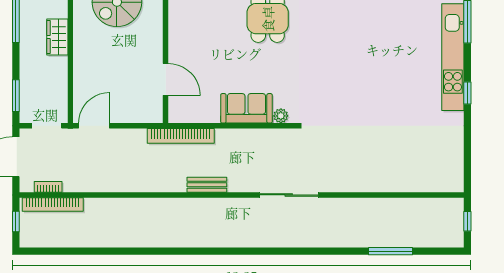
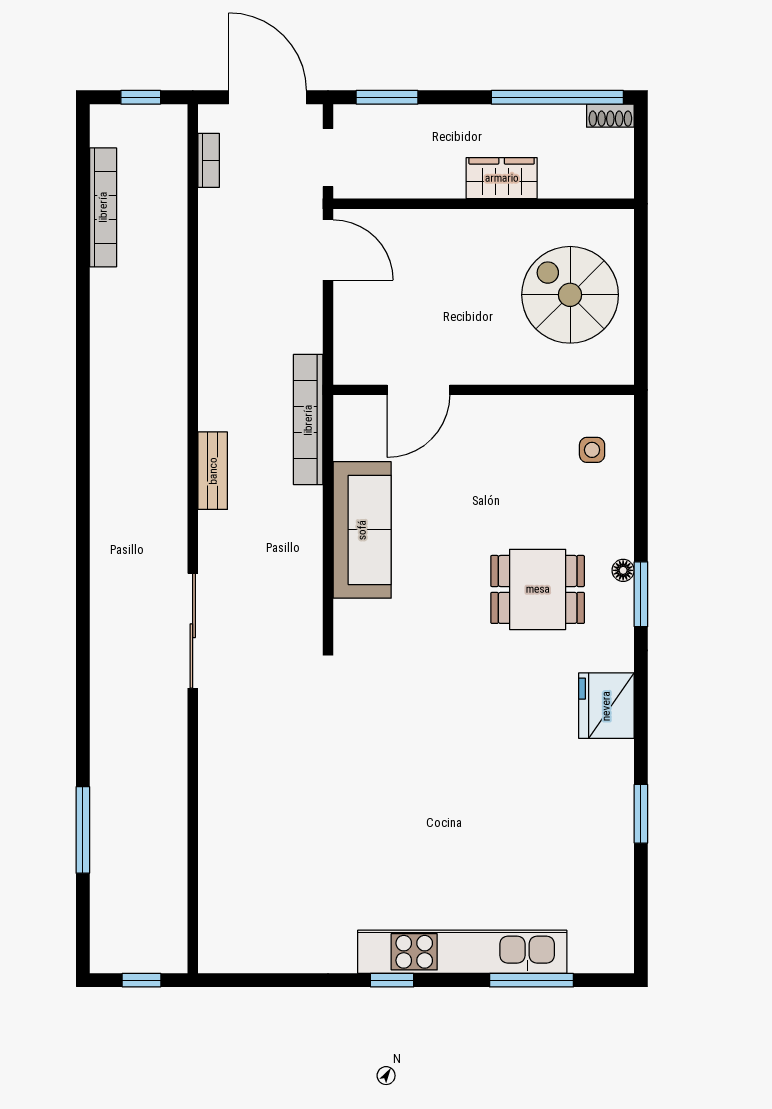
sofa: (246, 108) -> (362, 530), width x1.36
plant: (281, 116) -> (347, 615), removed
bookcase: (53, 204) -> (103, 207), moved, turned 180

